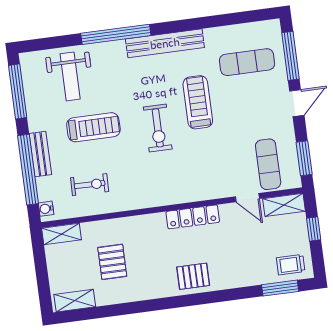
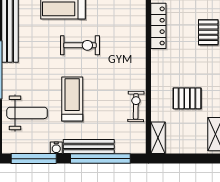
bench: (40, 154) -> (89, 147), width x1.36
exercise bike: (90, 185) -> (136, 106), moved
water cooler: (46, 209) -> (56, 148), moved

